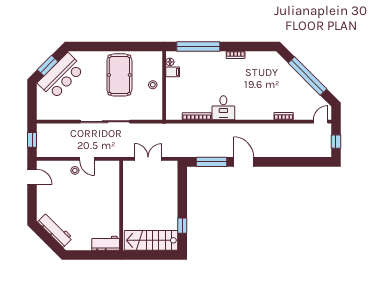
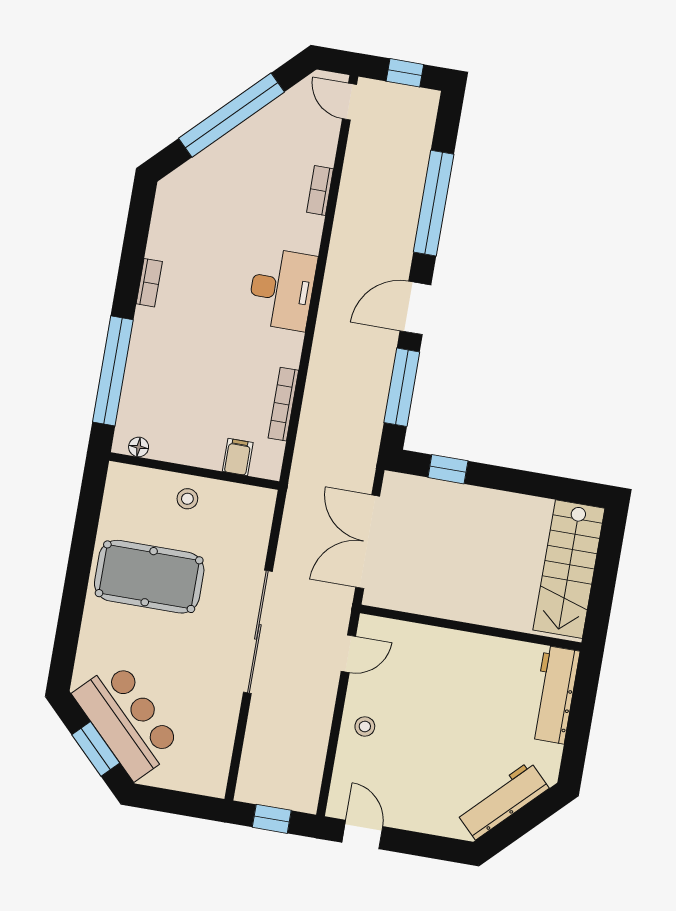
filing cabinet: (173, 72) -> (238, 457), moved
desk: (223, 108) -> (282, 289), moved, width x1.37
door: (87, 159) -> (348, 654), moved
double door: (148, 159) -> (368, 542), width x1.37
window: (286, 162) -> (434, 203), added
door: (32, 177) -> (362, 834), hinge flipped
window: (182, 226) -> (448, 469), moved
workbench: (106, 243) -> (555, 695), width x1.38

